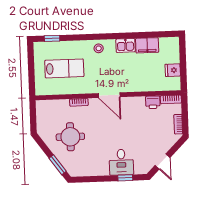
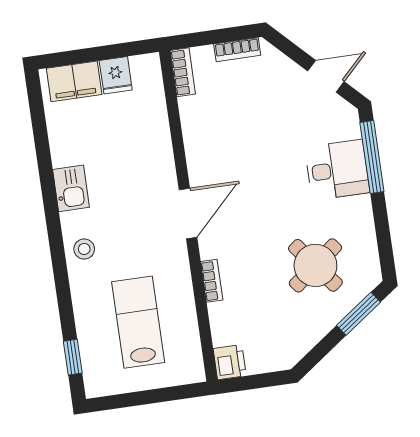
filing cabinet: (147, 45) -> (74, 81), moved, turned 90
printer: (153, 102) -> (230, 362), moved
round table: (70, 137) -> (315, 265), moved, turned -38
window: (125, 178) -> (372, 157), width x2.17

